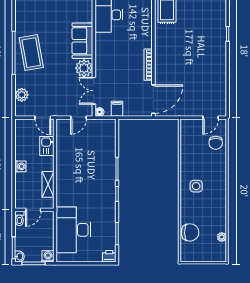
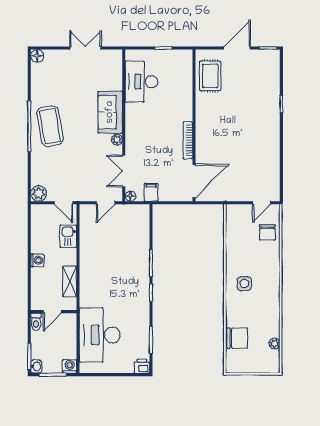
plant: (84, 68) -> (117, 140), width x0.53, depth x0.53
plant: (22, 95) -> (39, 193), moved

